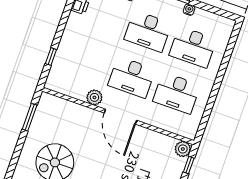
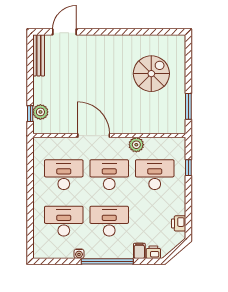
desk: (87, 61) -> (155, 175), added
door: (120, 117) -> (94, 136), moved
plant: (183, 149) -> (40, 112), moved

